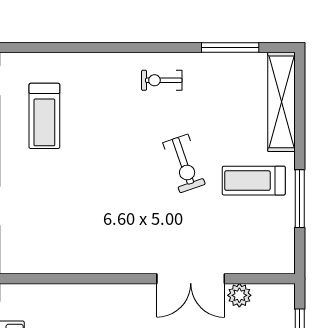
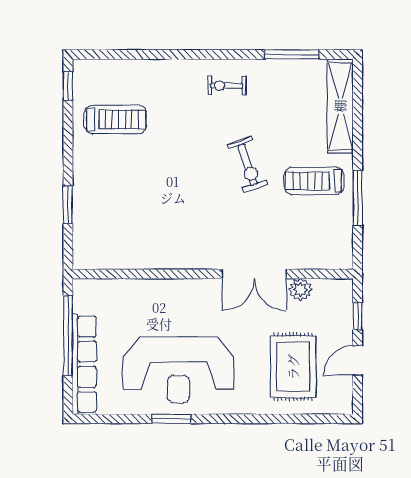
treadmill: (44, 116) -> (115, 119), turned -90

